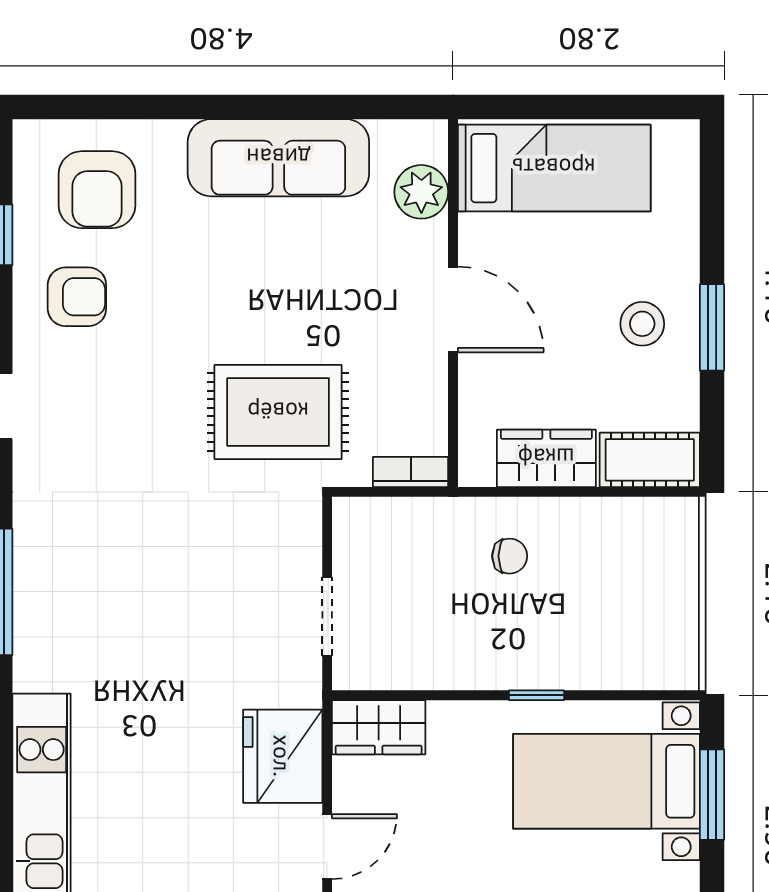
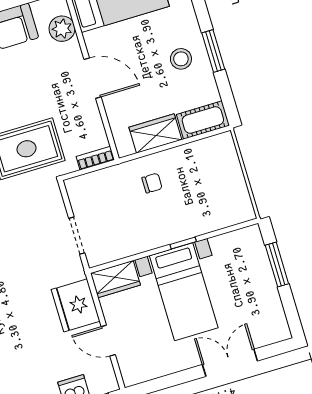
bed with nightstands: (606, 781) -> (184, 292), moved, turned -90
door: (327, 847) -> (108, 341), swing flipped

